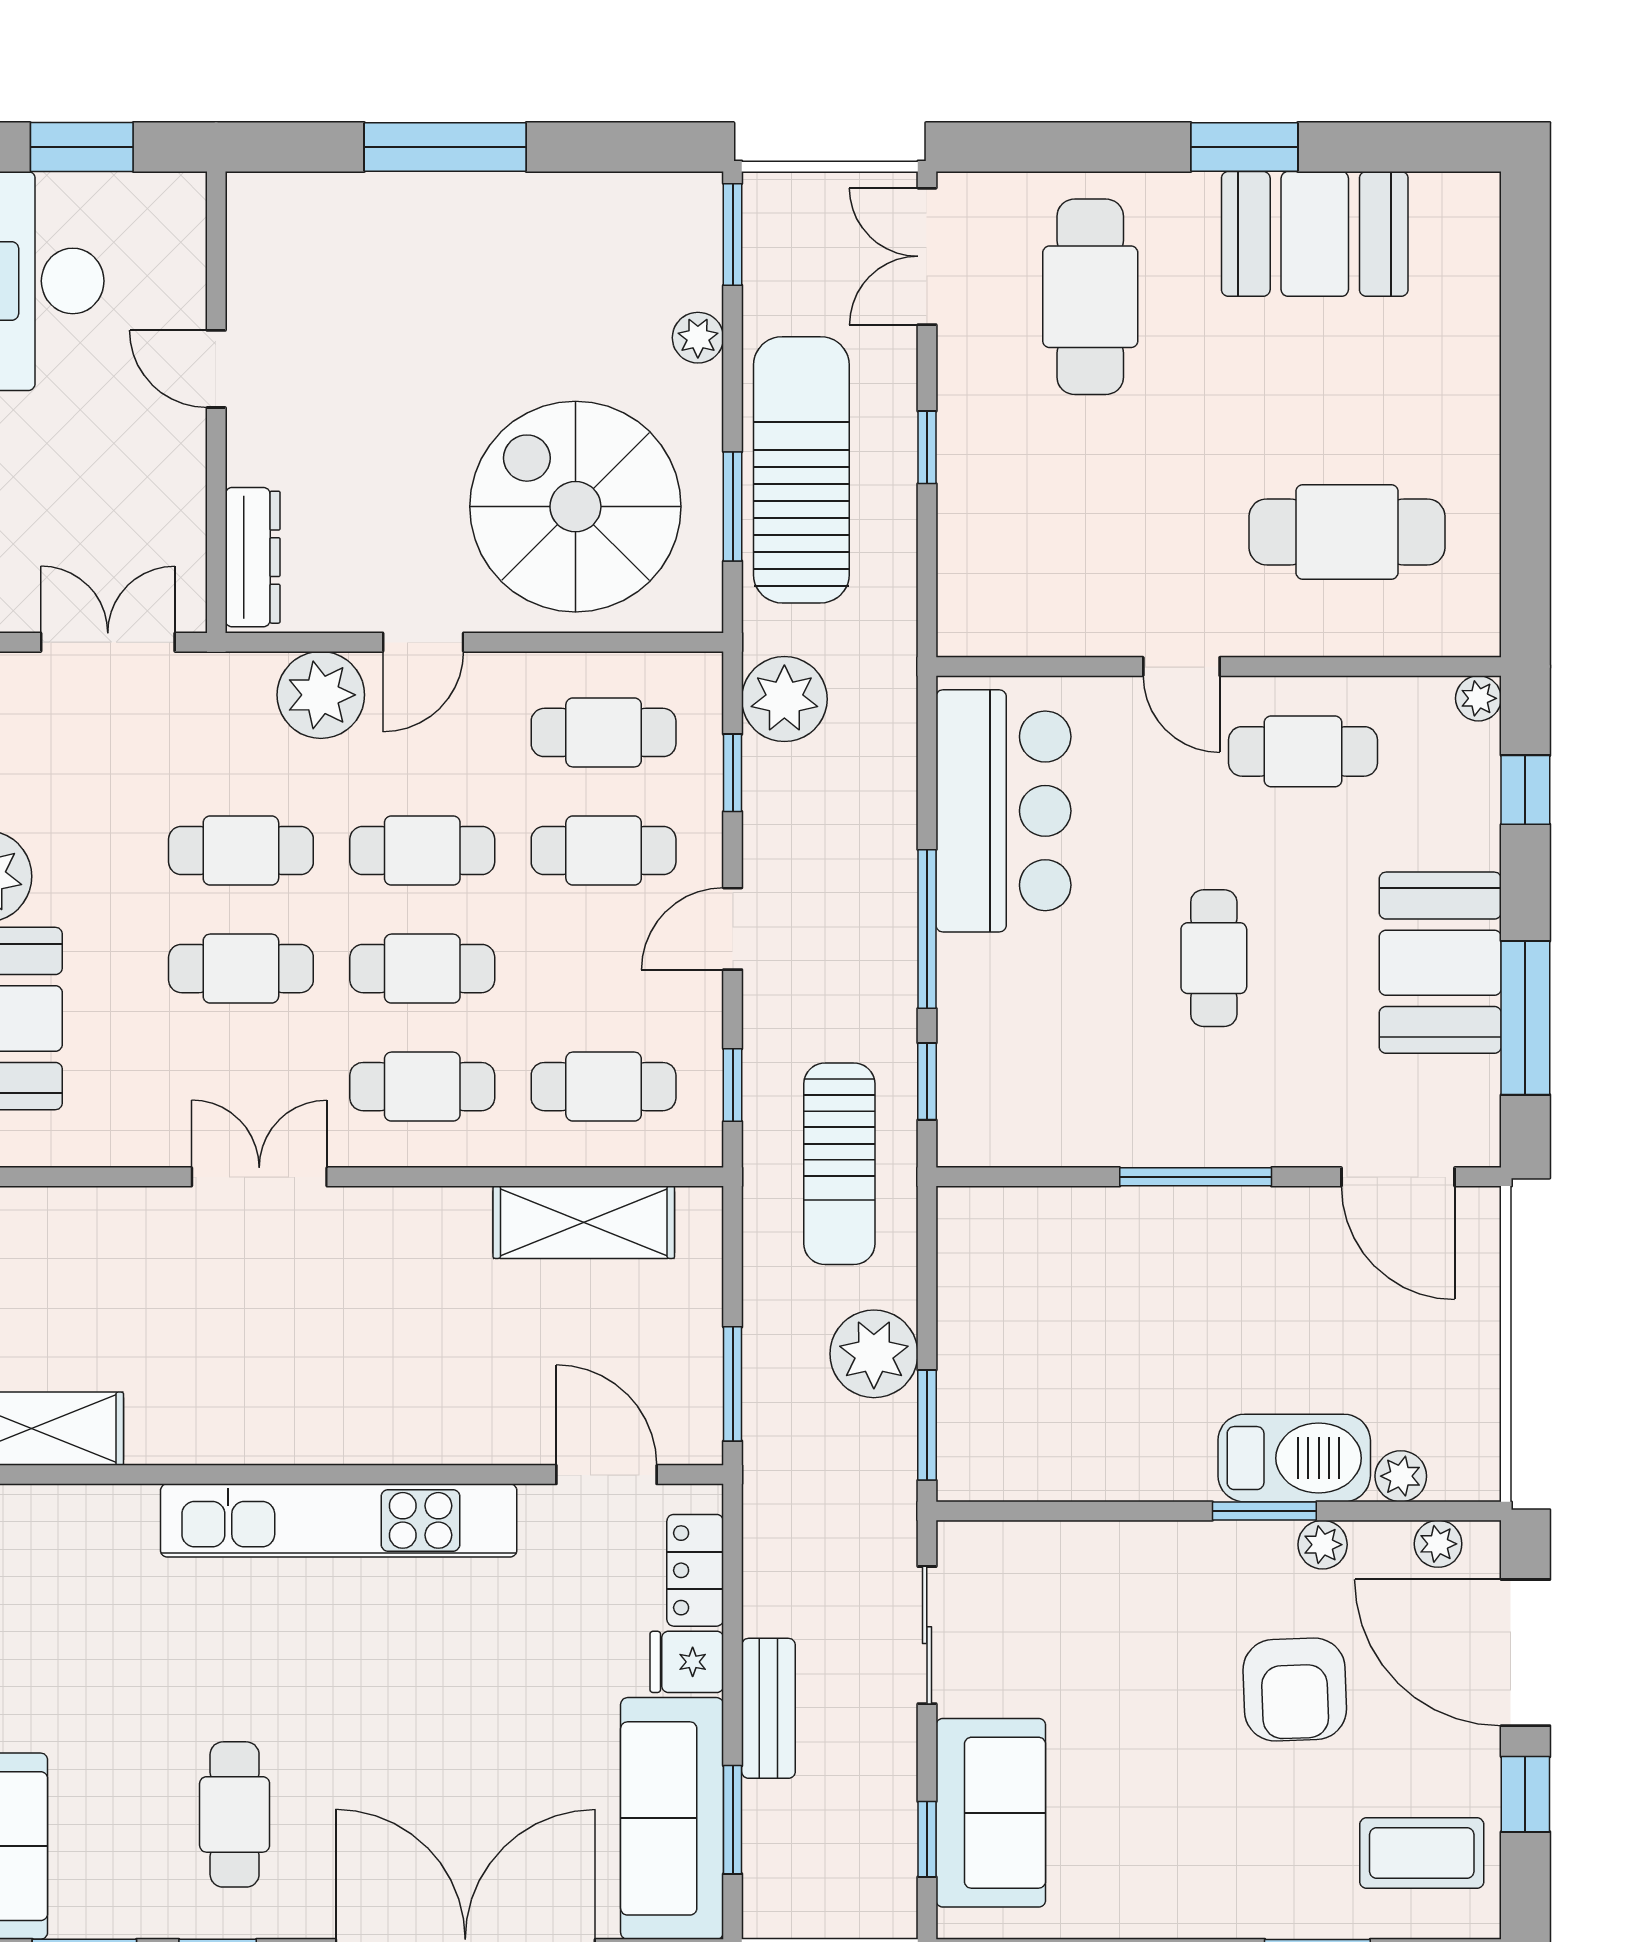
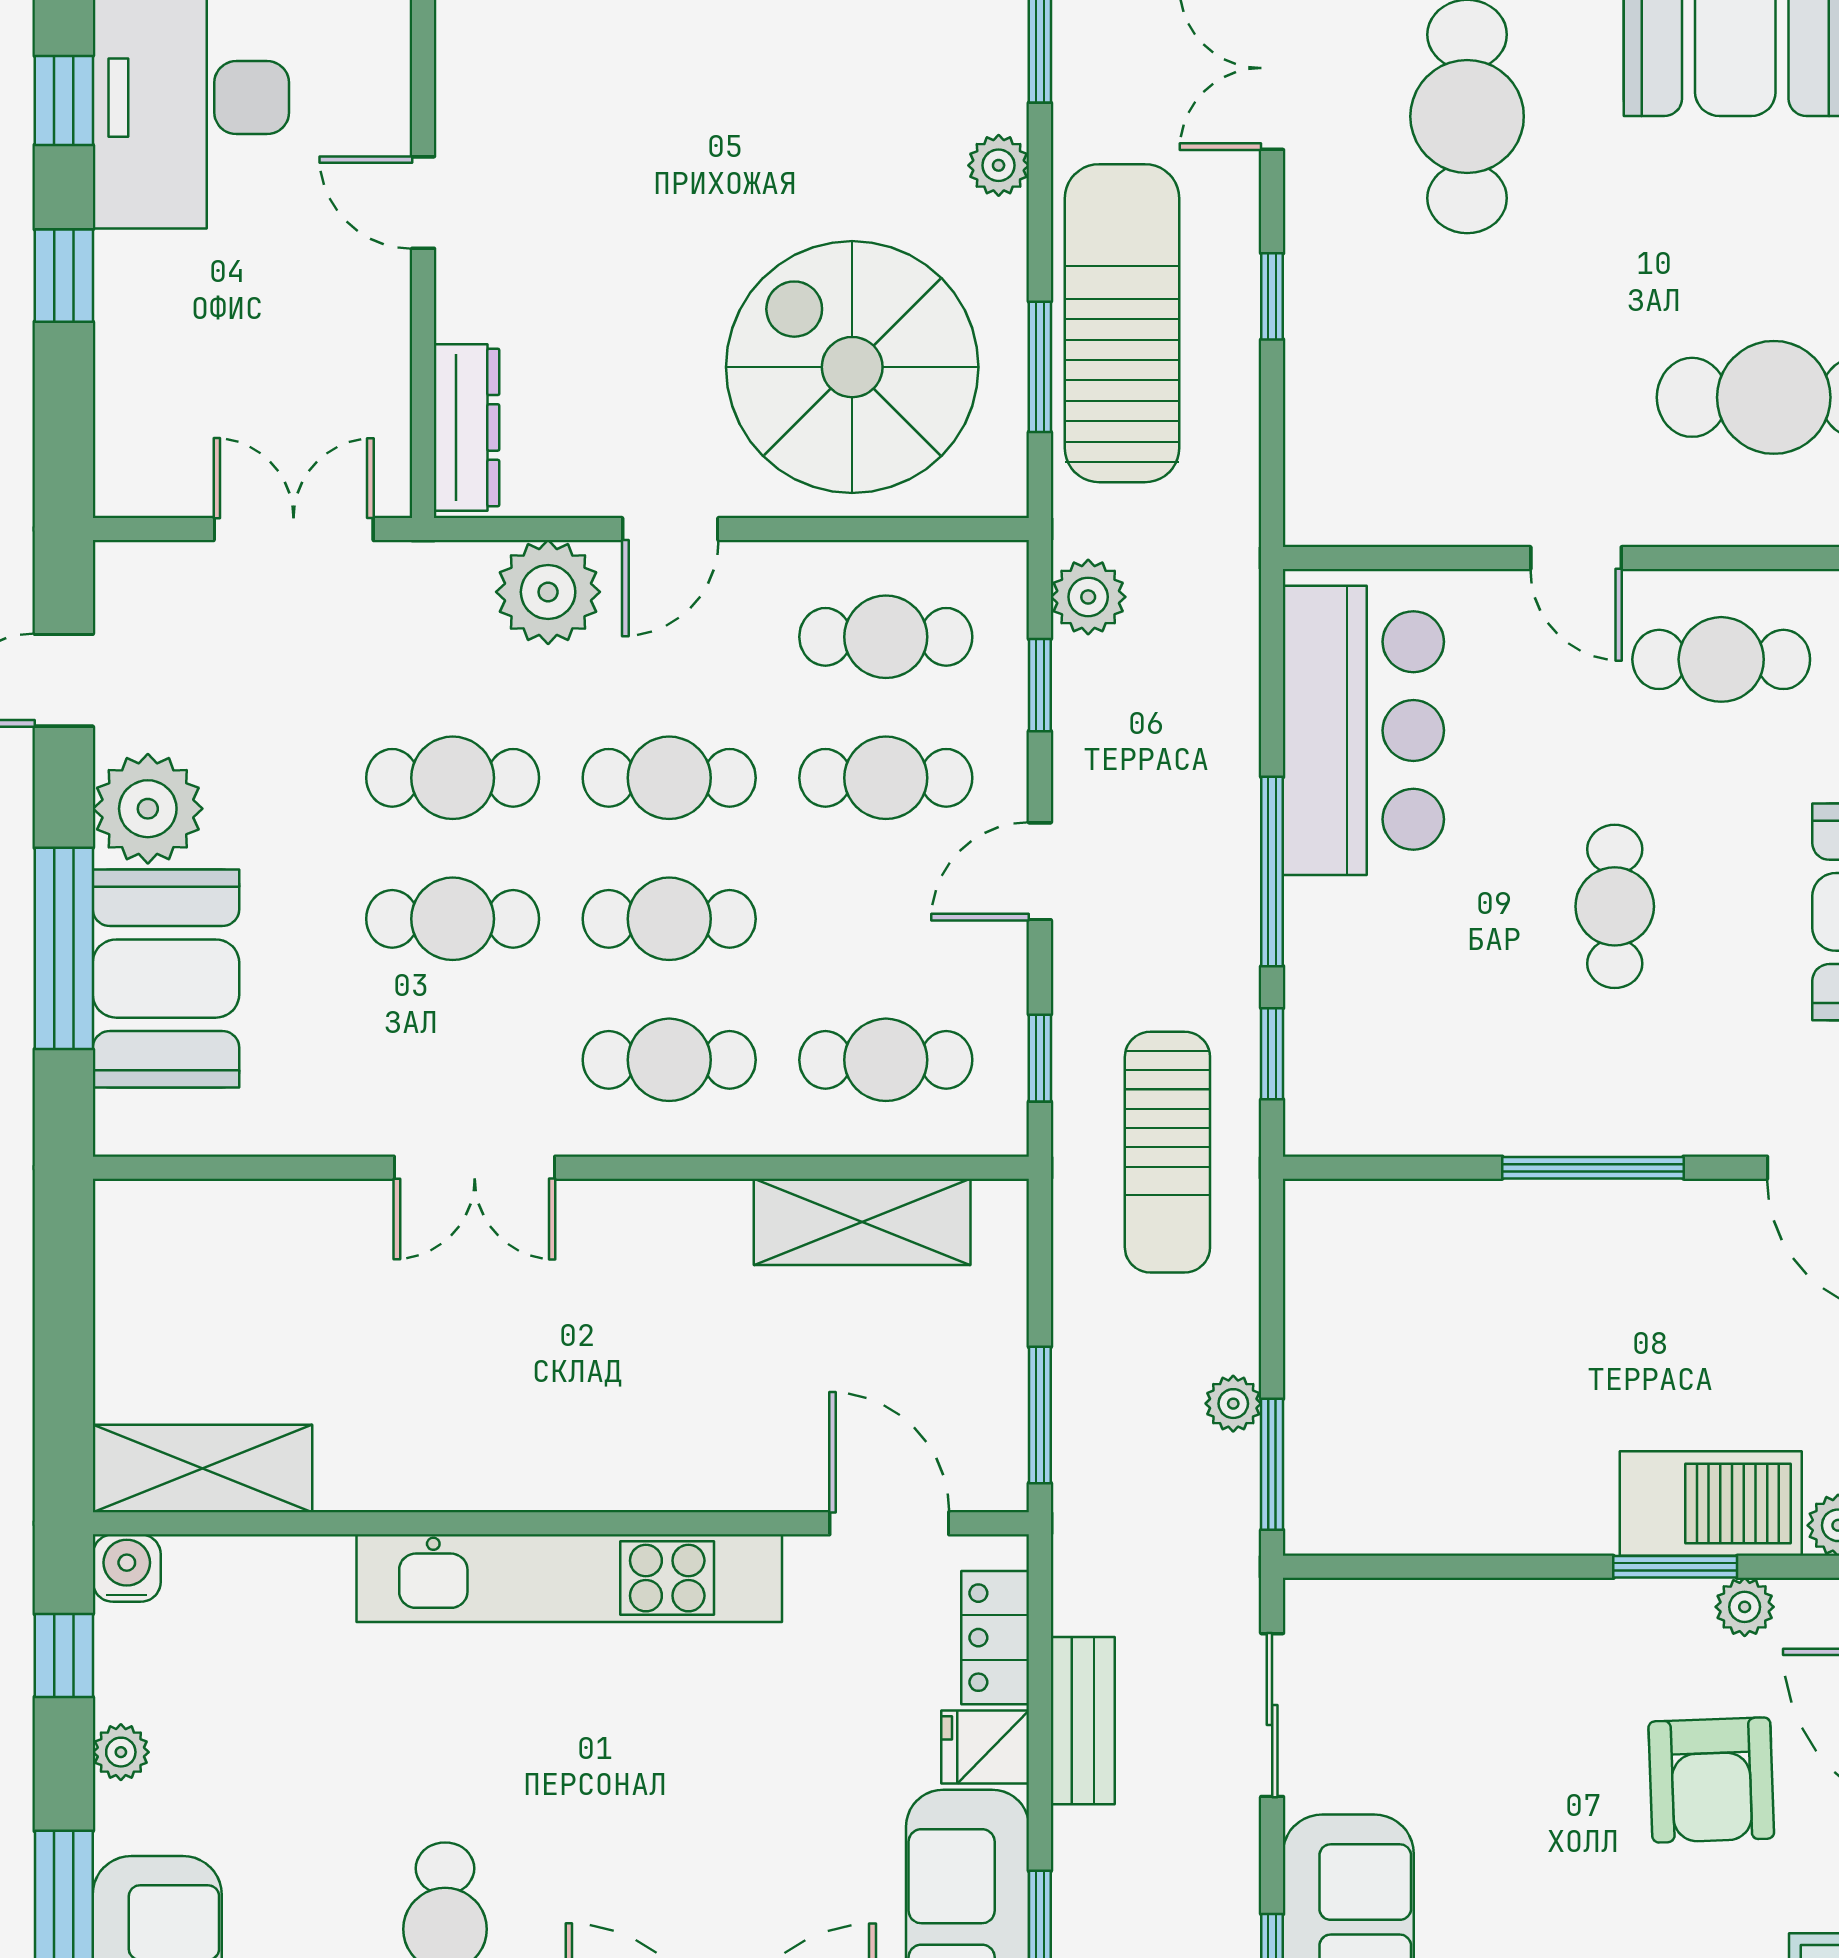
plant: (784, 699) -> (1088, 597), width x0.73, depth x0.73
double door: (259, 1177) -> (475, 1168), swing flipped
plant: (874, 1354) -> (1233, 1404), width x0.53, depth x0.53
bench: (768, 1708) -> (1083, 1721), moved

